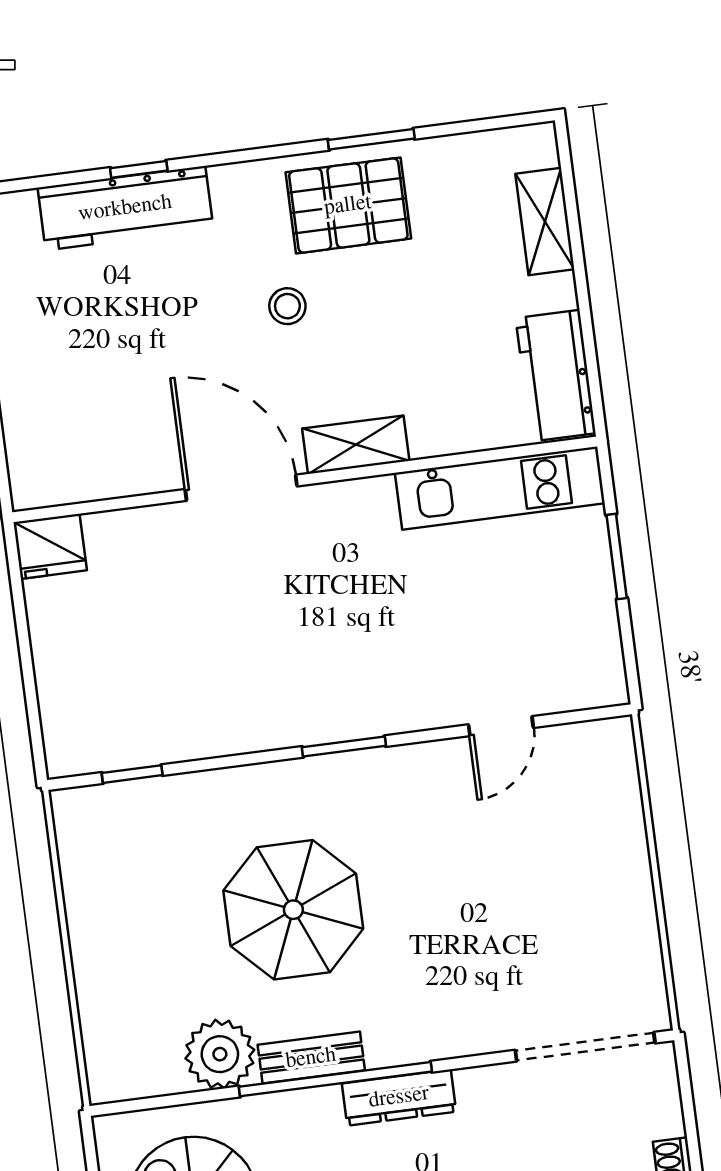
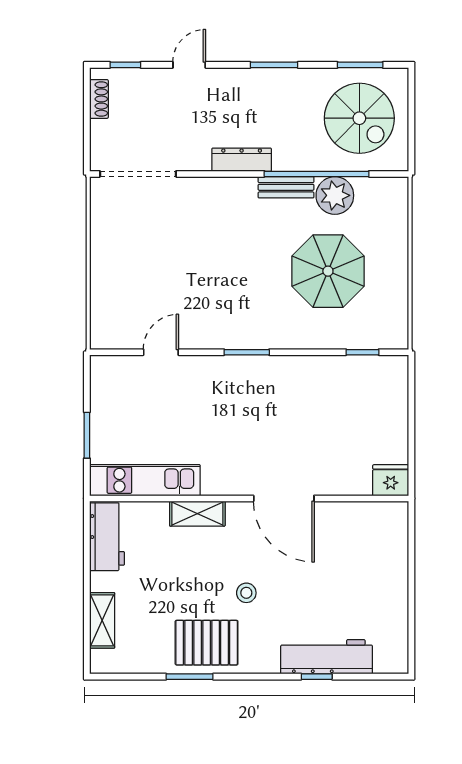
shelving: (356, 445) -> (197, 514), moved
parasol: (293, 910) -> (328, 271), moved
window: (335, 1079) -> (317, 174), moved

